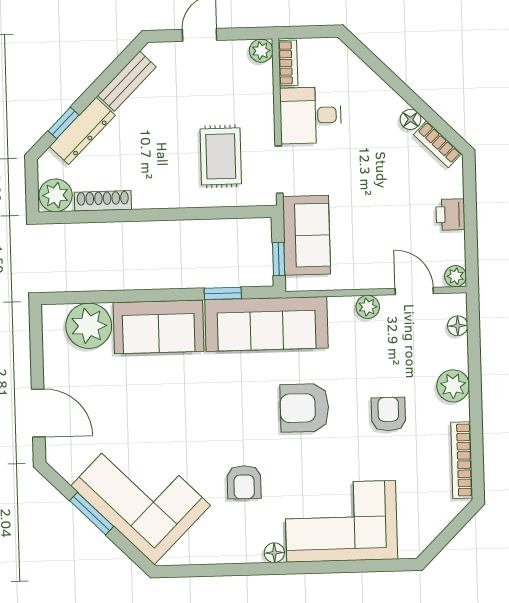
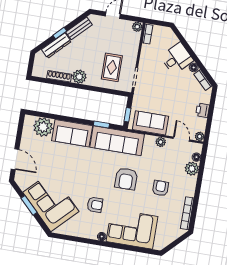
desk: (311, 115) -> (177, 58), moved, turned 135
window: (64, 123) -> (60, 33), moved
plant: (56, 195) -> (79, 77), moved
sofa: (307, 235) -> (150, 123), moved, turned -90
plant: (453, 386) -> (192, 169), moved
armchair: (304, 408) -> (126, 179), turned -90
armchair: (244, 482) -> (95, 205), turned -90

